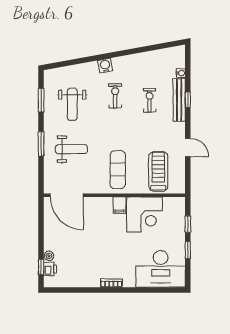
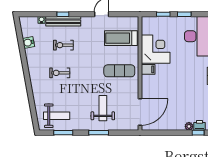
water cooler: (105, 66) -> (28, 43), moved
weight bench: (72, 104) -> (57, 116), moved

